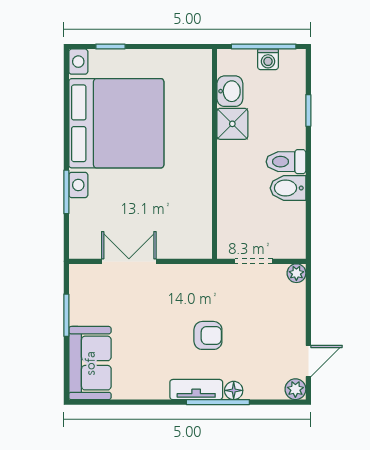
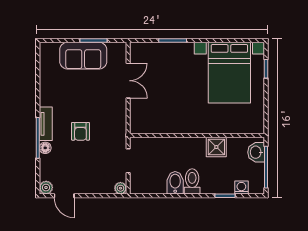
washing machine: (268, 59) -> (241, 188), moved, turned 90
washbasin: (230, 91) -> (256, 152), moved, turned 90
bed with nightstands: (116, 123) -> (229, 73), width x0.73
sofa: (90, 363) -> (83, 56), moved

